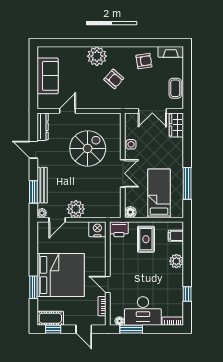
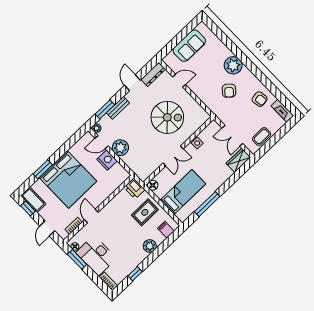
bench: (42, 185) -> (118, 108), width x0.73
nightstand: (97, 229) -> (107, 160), moved

